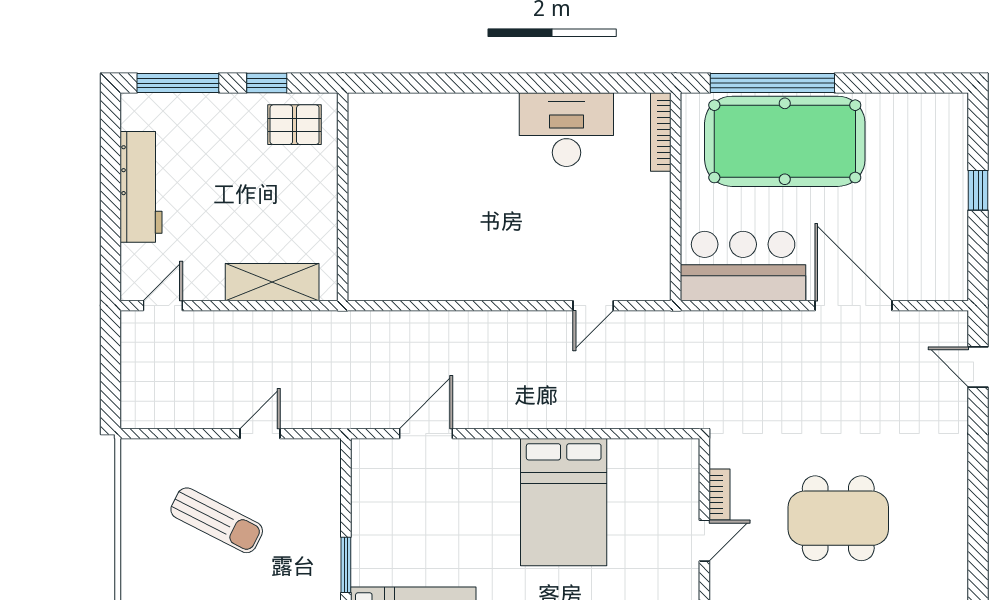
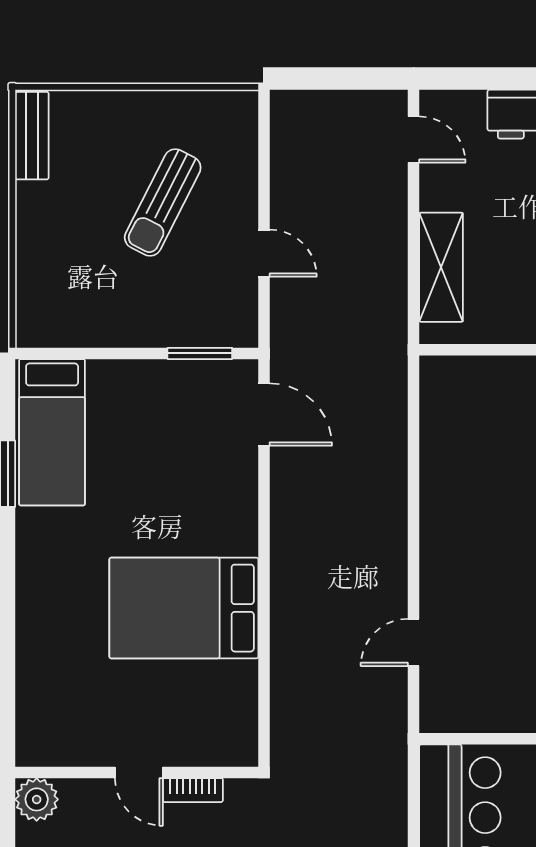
door: (593, 306) -> (414, 642), hinge flipped
door: (426, 434) -> (264, 415), moved
window: (346, 565) -> (200, 353), moved

